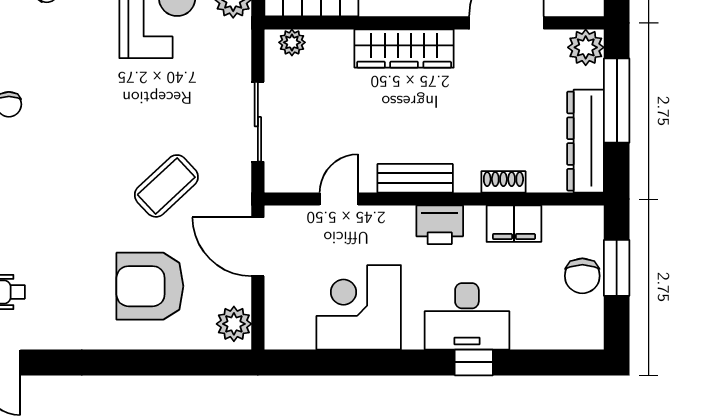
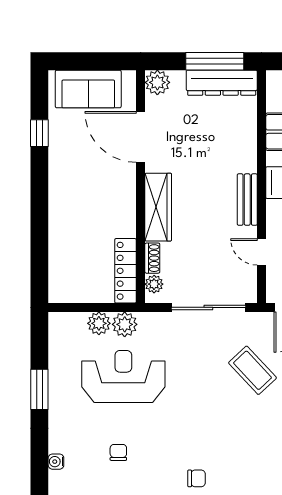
window: (617, 101) -> (215, 61), moved
sliding door: (258, 122) -> (208, 307), width x1.37
shoe rack: (503, 182) -> (152, 258), moved, turned 180

